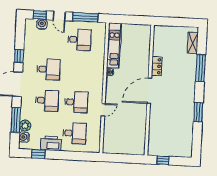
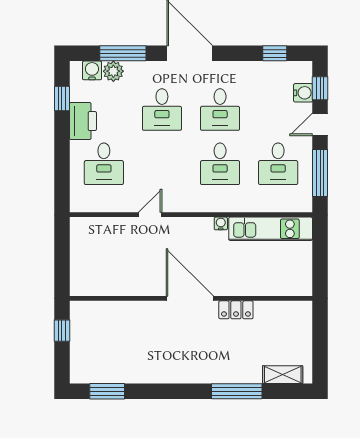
window: (19, 56) -> (275, 53), moved
desk: (76, 102) -> (220, 164), moved
door: (103, 110) -> (150, 215), swing flipped
window: (198, 112) -> (107, 391), moved

